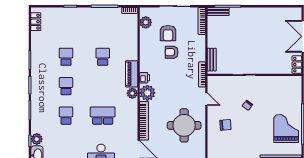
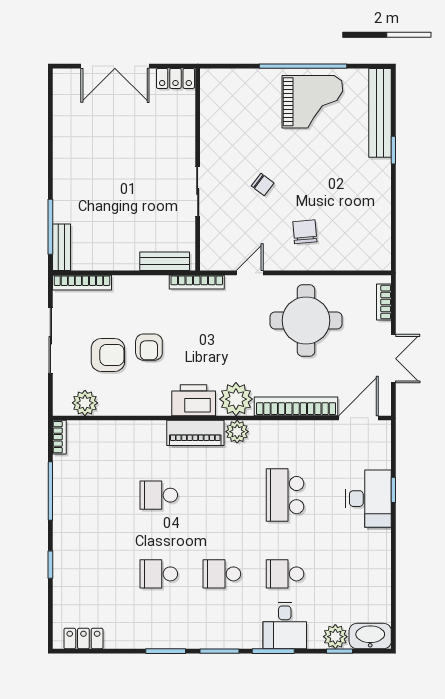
printer: (145, 78) -> (194, 400), width x1.87, depth x1.48
desk: (42, 116) -> (285, 625), added
grand piano: (286, 128) -> (312, 102), turned 180

